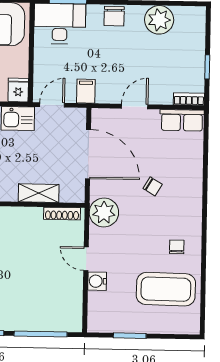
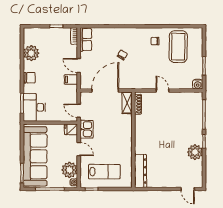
filing cabinet: (86, 91) -> (71, 80), moved
shelving: (39, 193) -> (127, 103), moved
plant: (104, 212) -> (137, 81), removed
door: (86, 259) -> (162, 91), swing flipped
water cooler: (97, 281) -> (198, 84), moved

